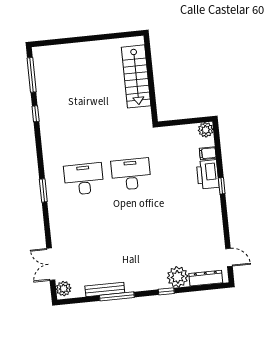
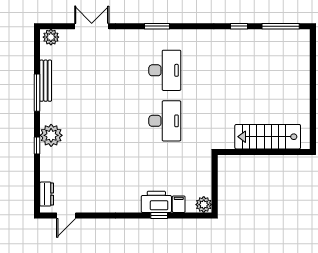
window: (222, 186) -> (159, 215), moved
double door: (51, 264) -> (92, 26), moved
plant: (178, 277) -> (51, 135), moved
dresser: (206, 278) -> (47, 194), width x0.70

